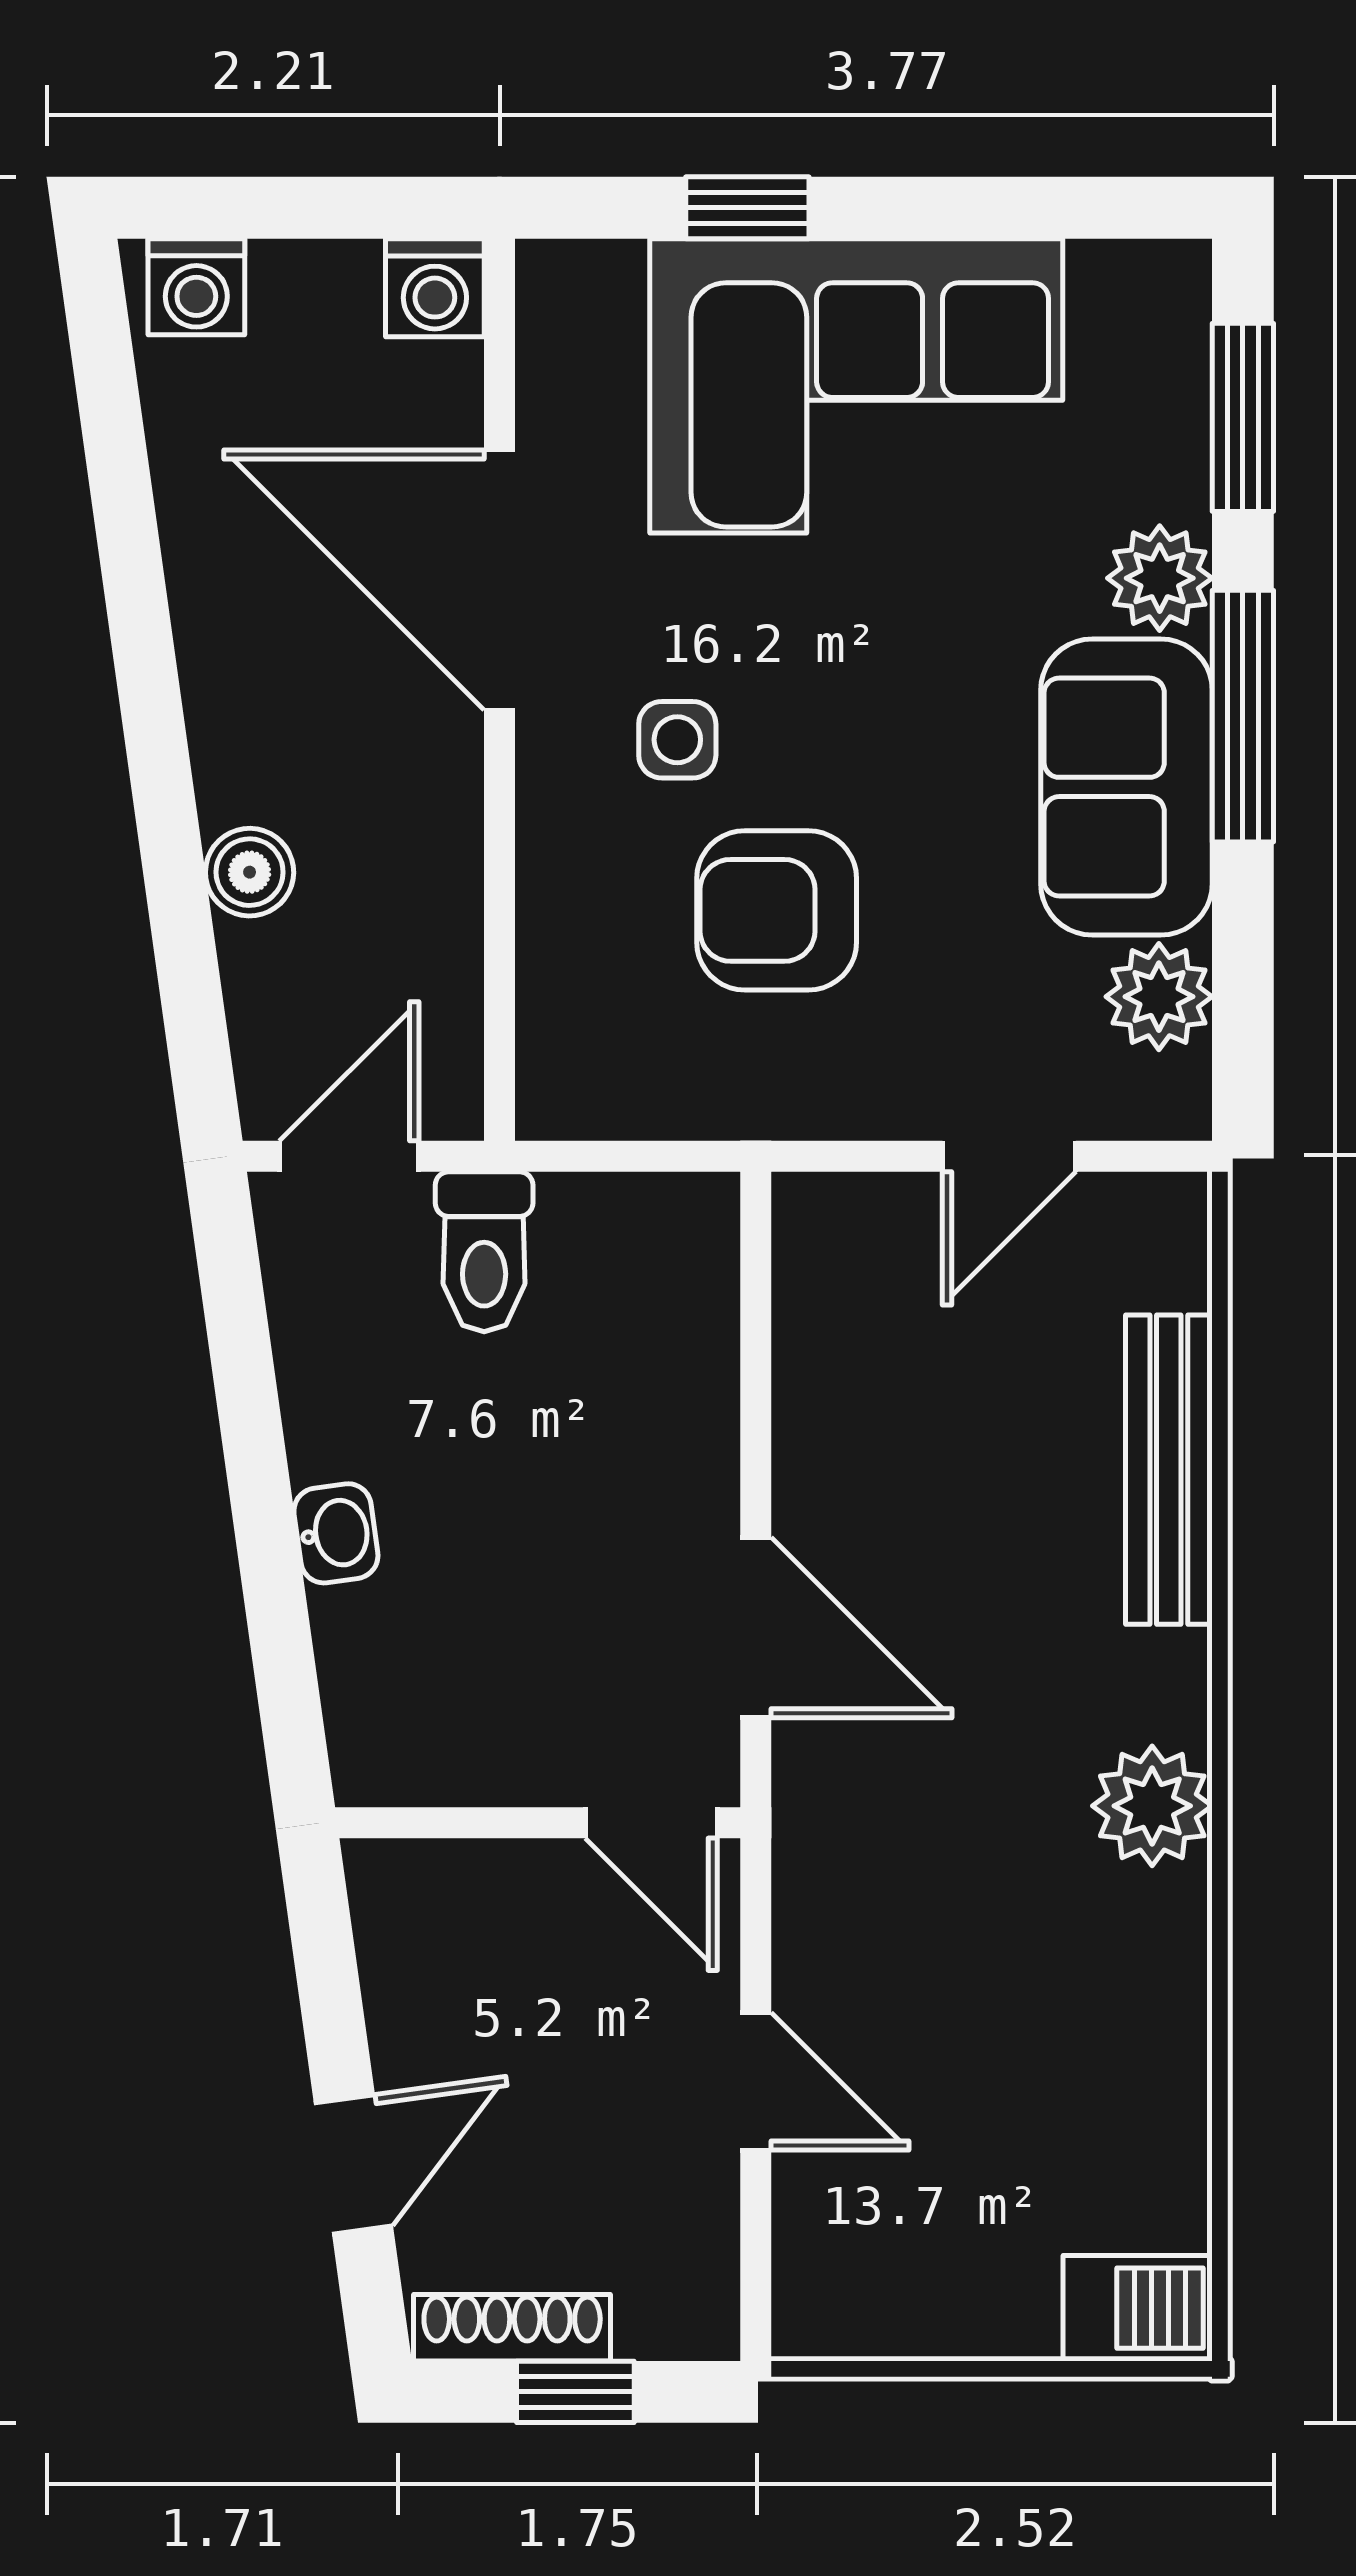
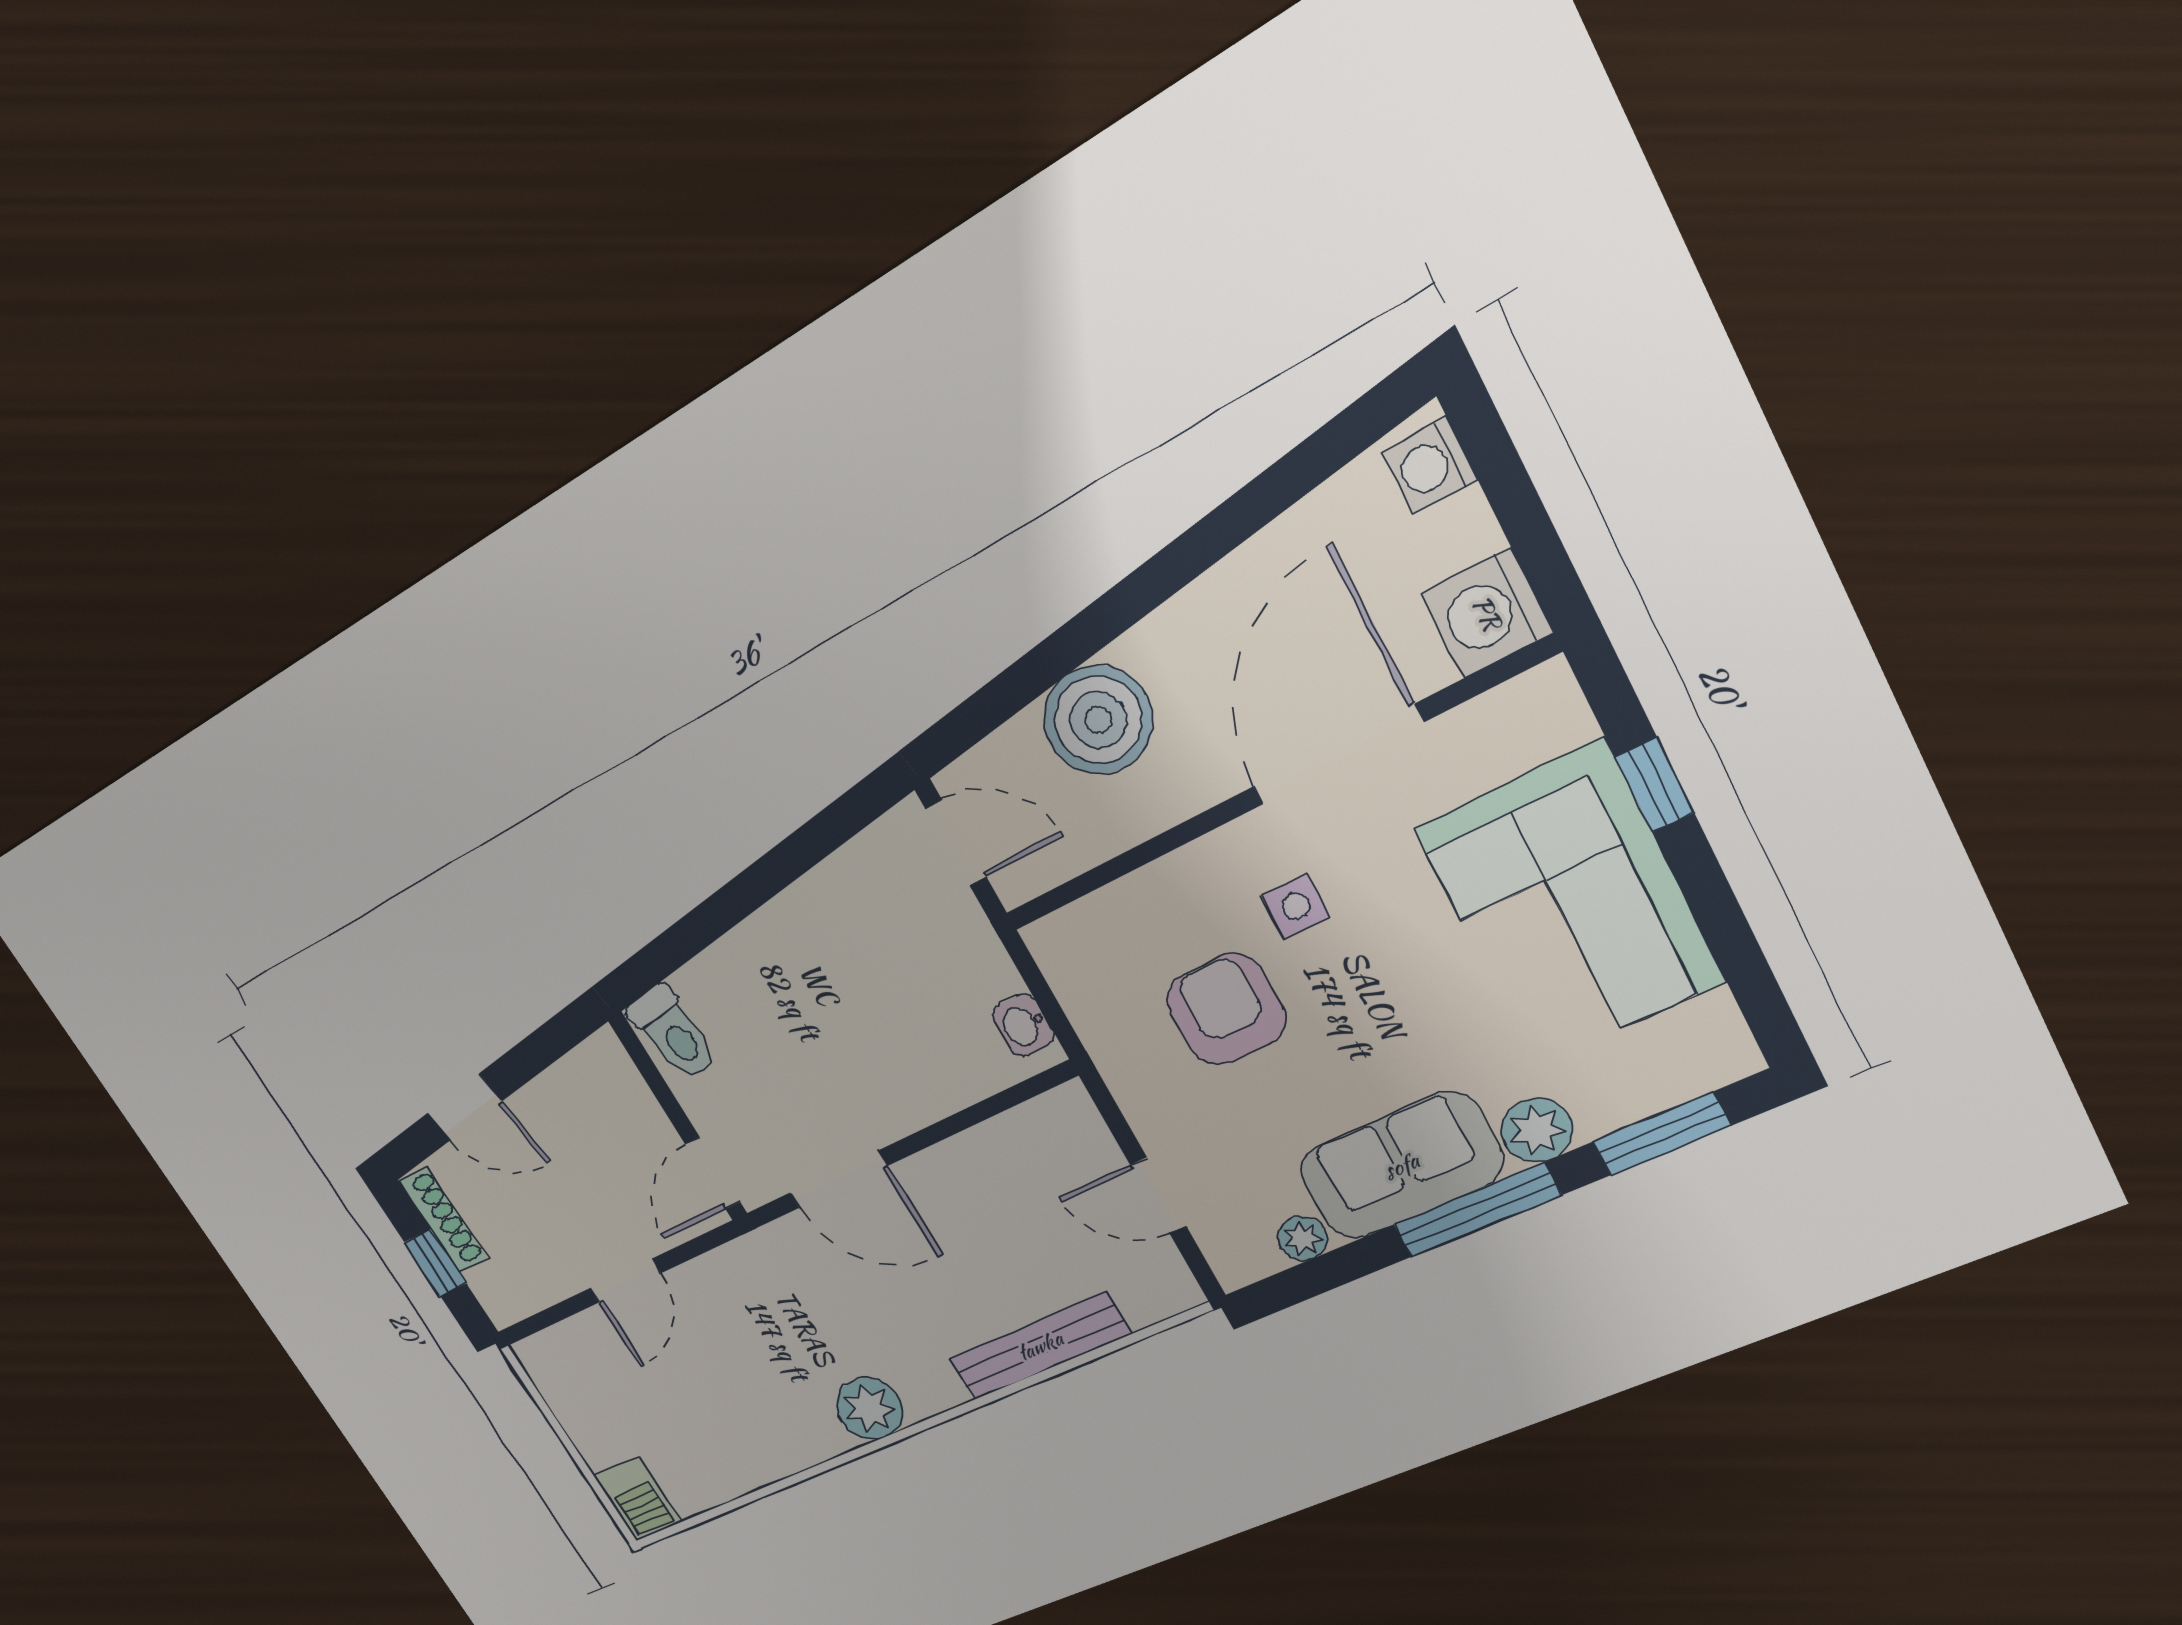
washing machine: (435, 288) -> (1487, 613), width x1.38, depth x1.38
boiler: (250, 872) -> (1098, 720), width x1.86, depth x1.86
plant: (1159, 997) -> (1303, 1238), width x0.73, depth x0.73
toilet: (484, 1252) -> (673, 1033), moved, turned -98
washbasin: (336, 1533) -> (1023, 1025), moved, turned 98
door: (756, 1628) -> (839, 1179), hinge flipped

